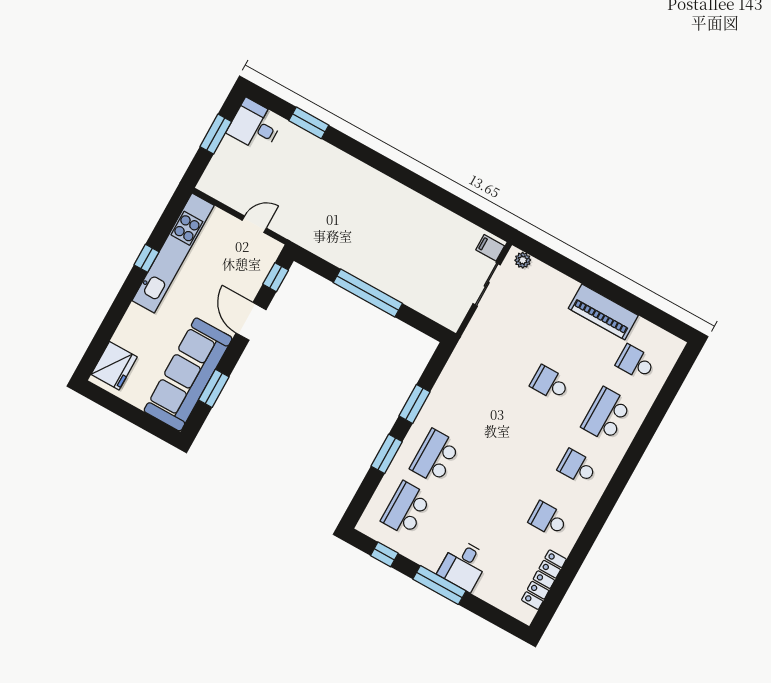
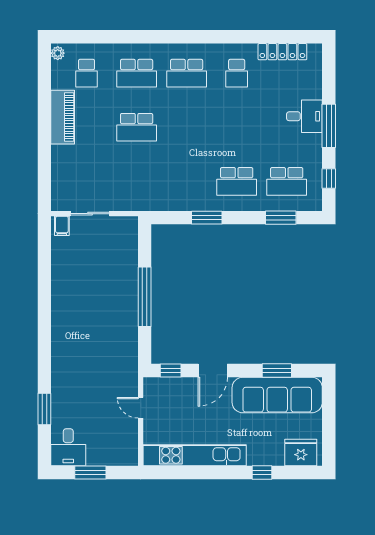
window: (147, 258) -> (262, 472), moved
plant: (523, 260) -> (58, 53), moved
school desk: (550, 383) -> (137, 127), width x1.85
window: (387, 454) -> (281, 218), moved
school desk: (577, 467) -> (187, 73), width x1.85

